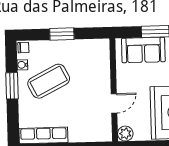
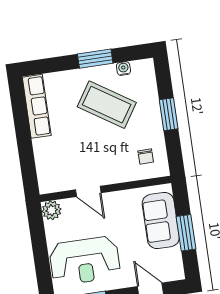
chair: (23, 48) -> (146, 156), moved
coffee table: (49, 81) -> (107, 105), turned -30

